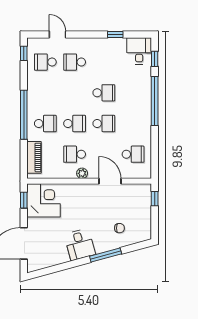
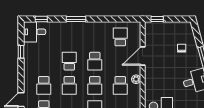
school desk: (75, 93) -> (69, 85), added
window: (155, 101) -> (76, 19), width x0.47
school desk: (75, 123) -> (95, 85), turned 180
school desk: (104, 123) -> (95, 61), turned 180

